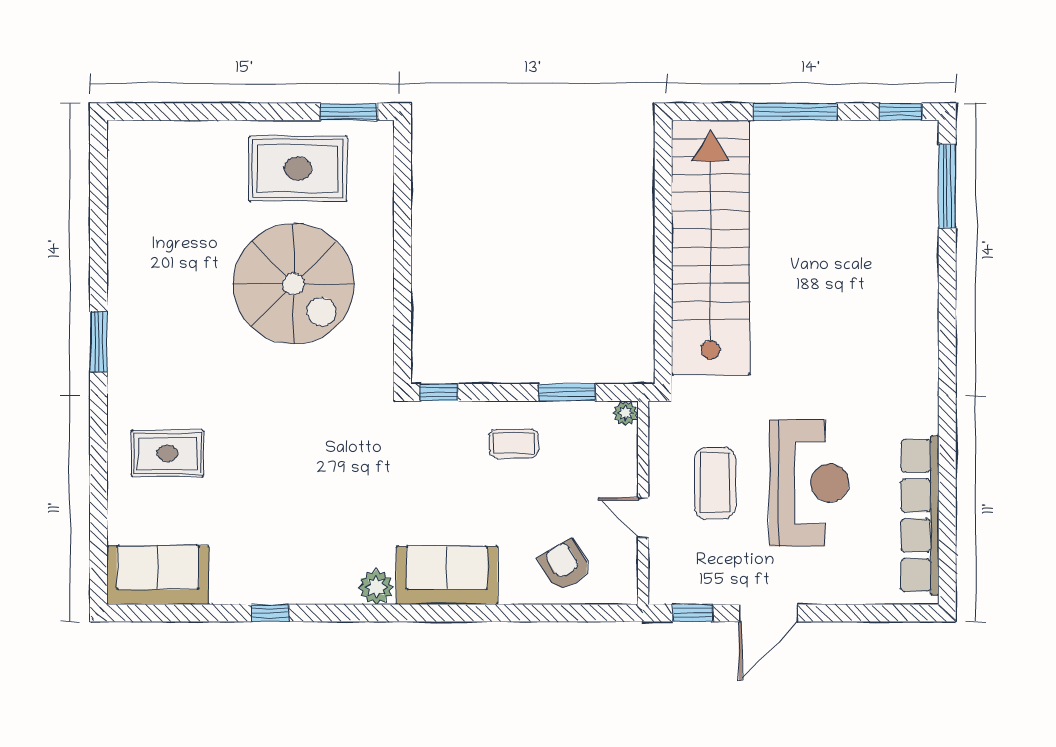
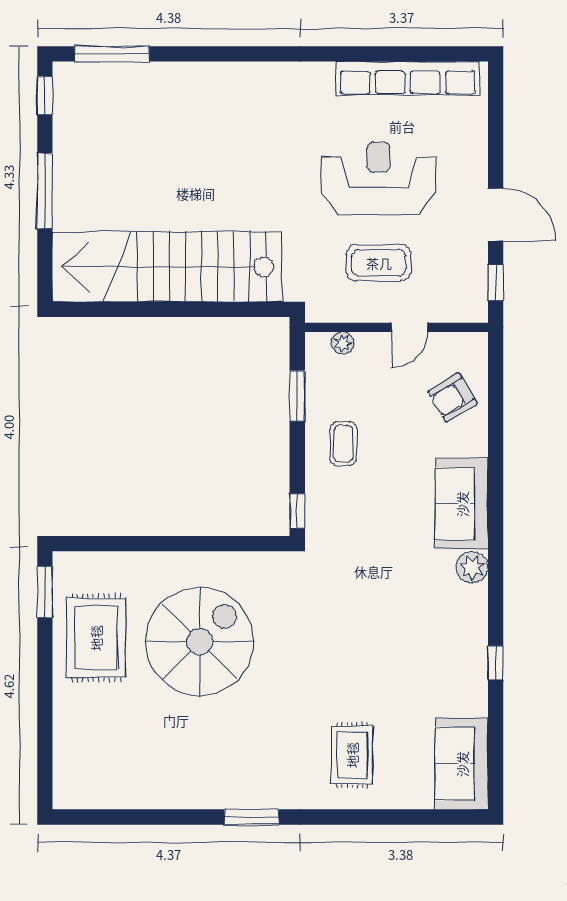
plant: (626, 413) -> (343, 343), moved

